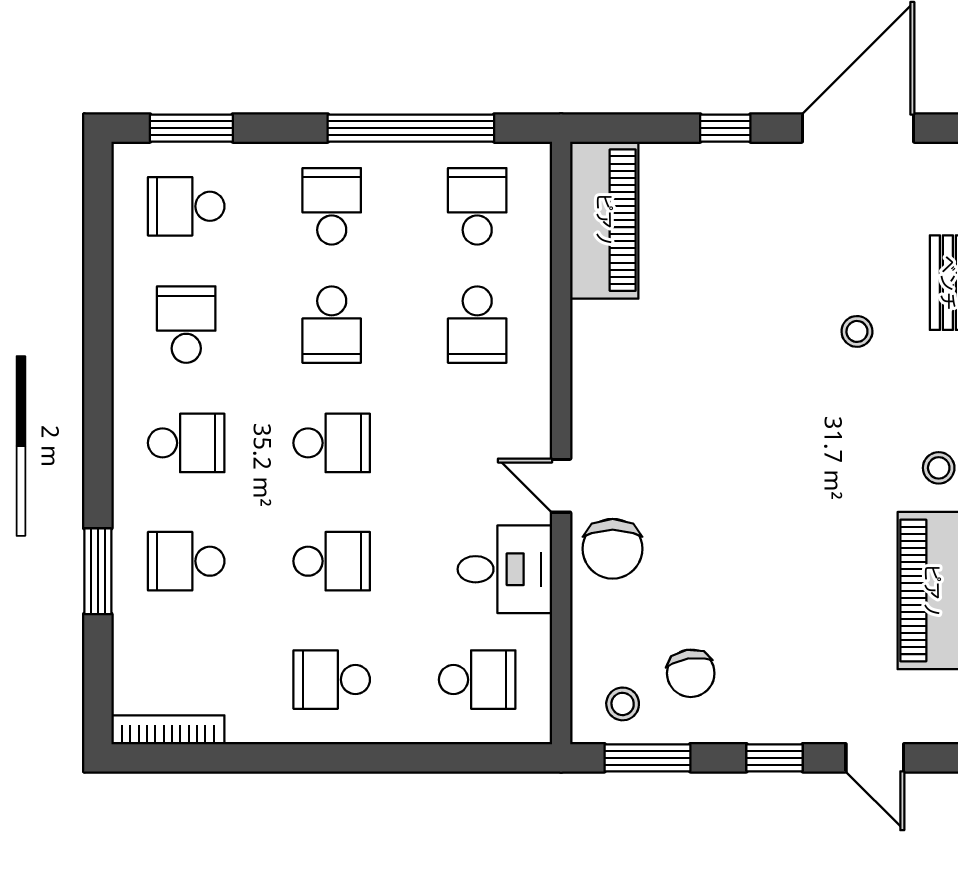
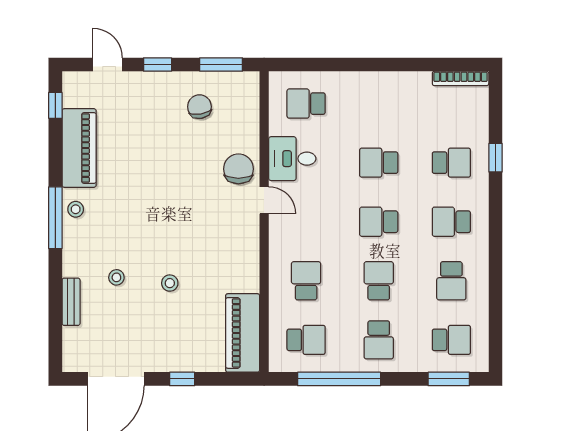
school desk: (477, 206) -> (306, 340), turned -90
window: (98, 571) -> (495, 158), width x0.67
school desk: (332, 680) -> (379, 104), removed
stool: (623, 704) -> (170, 283), moved

